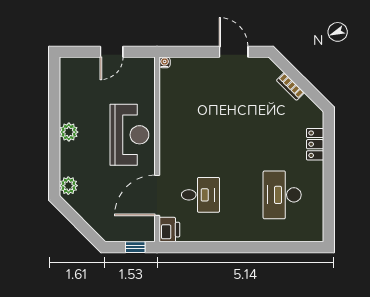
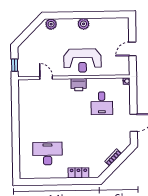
door: (112, 52) -> (132, 49), hinge flipped
door: (157, 195) -> (46, 78), width x0.53
desk: (201, 195) -> (102, 103), moved
printer: (169, 230) -> (79, 85), moved

